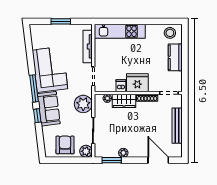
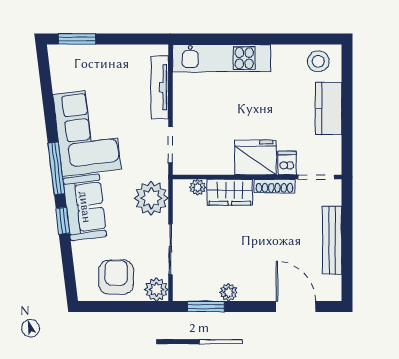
window: (61, 21) -> (77, 39), moved
dishwasher: (121, 86) -> (287, 163), moved

